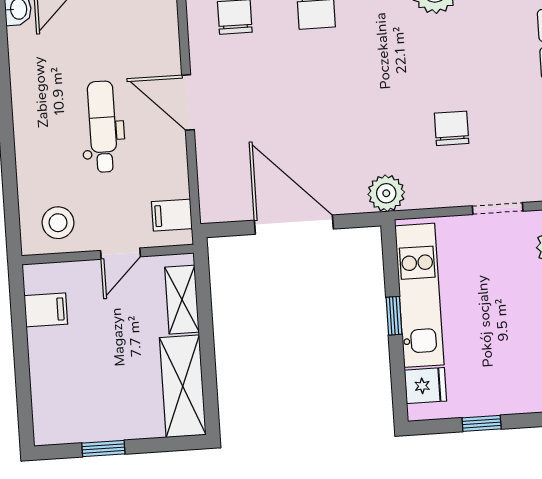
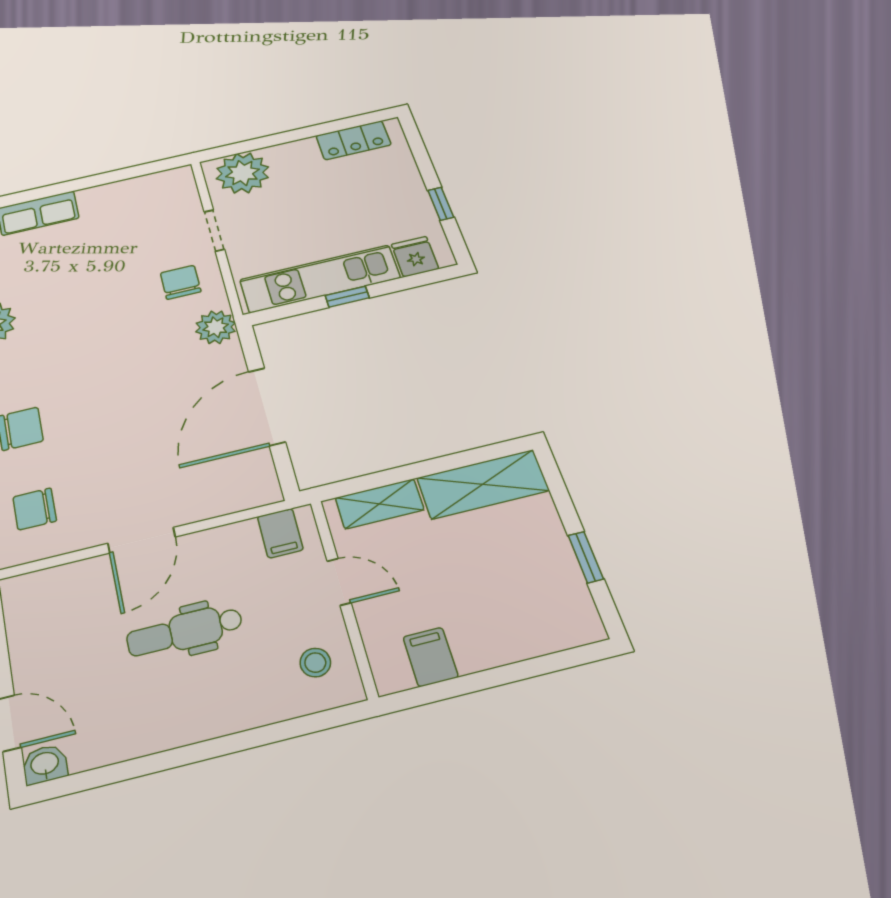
chair: (452, 128) -> (181, 282), moved, turned 90
stool: (58, 223) -> (315, 663), width x0.73, depth x0.73

